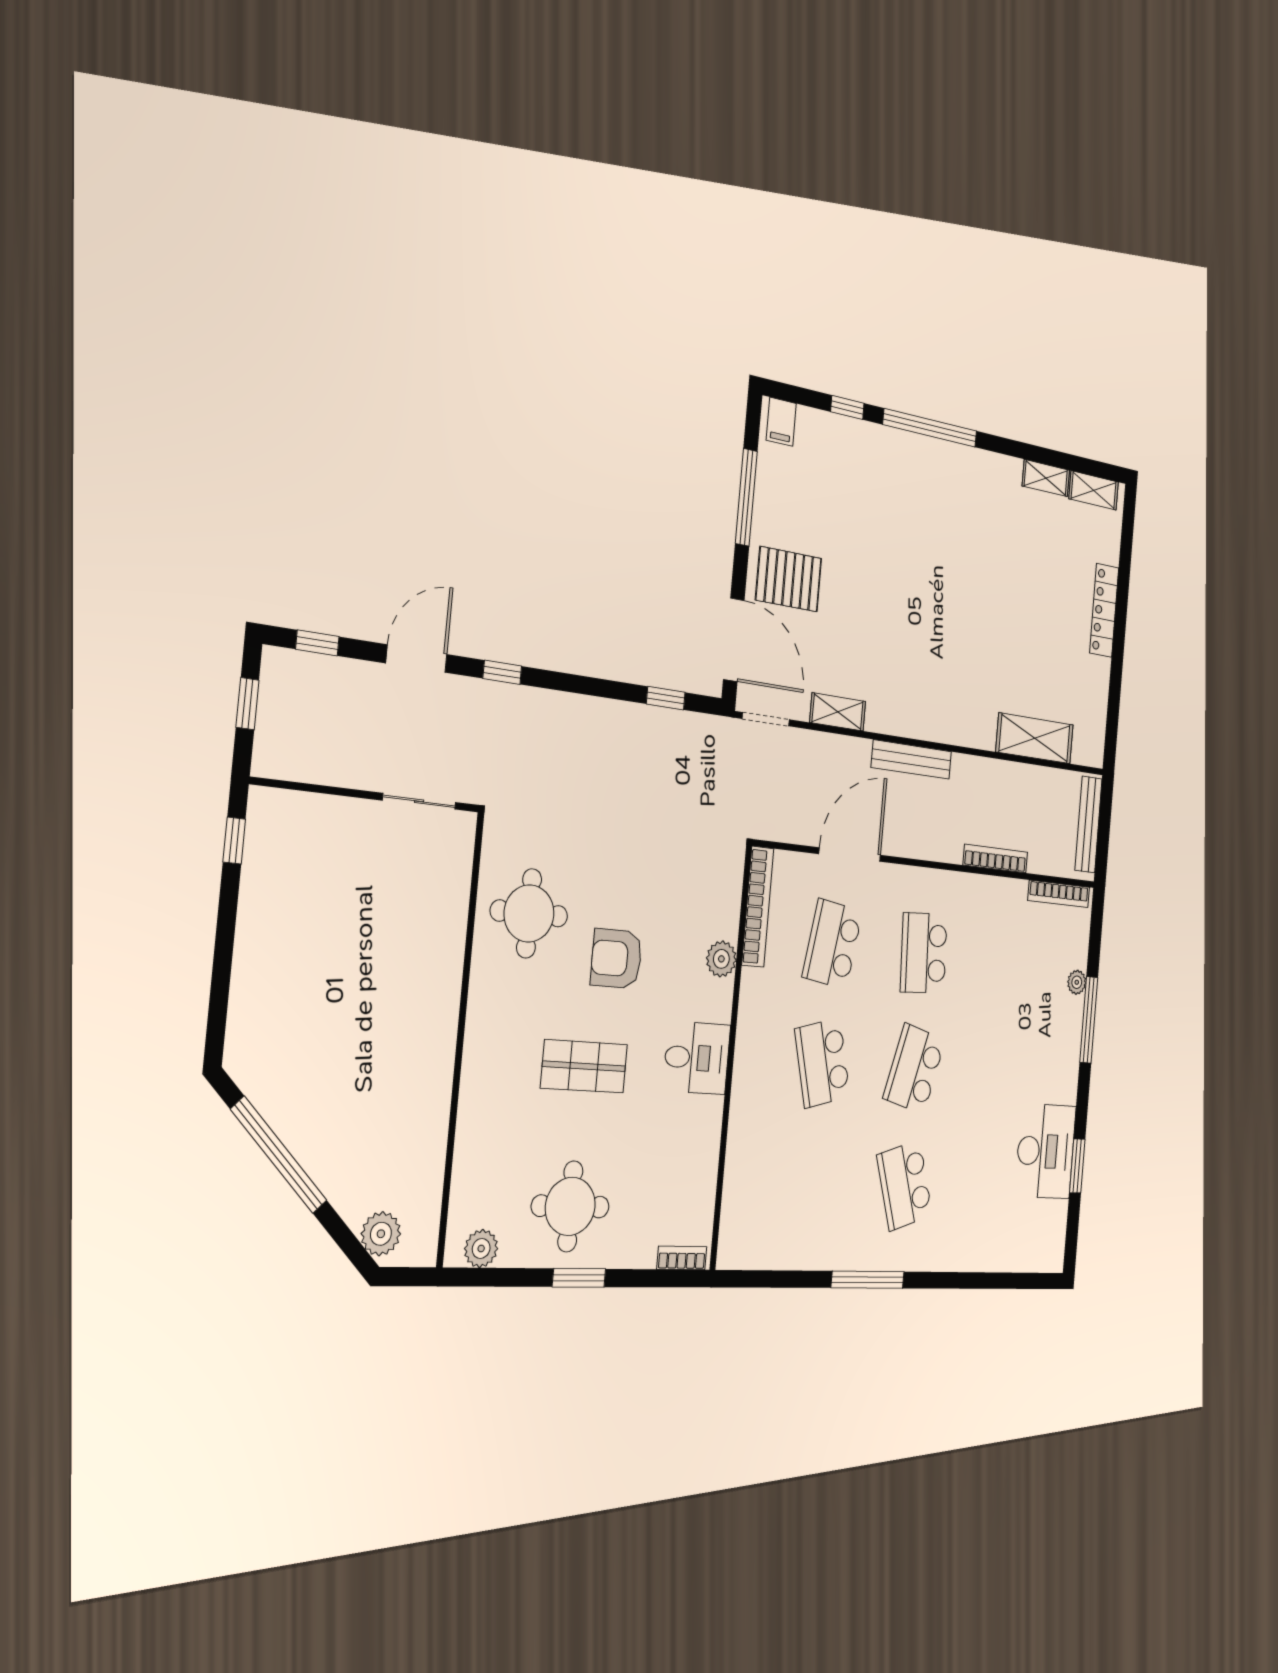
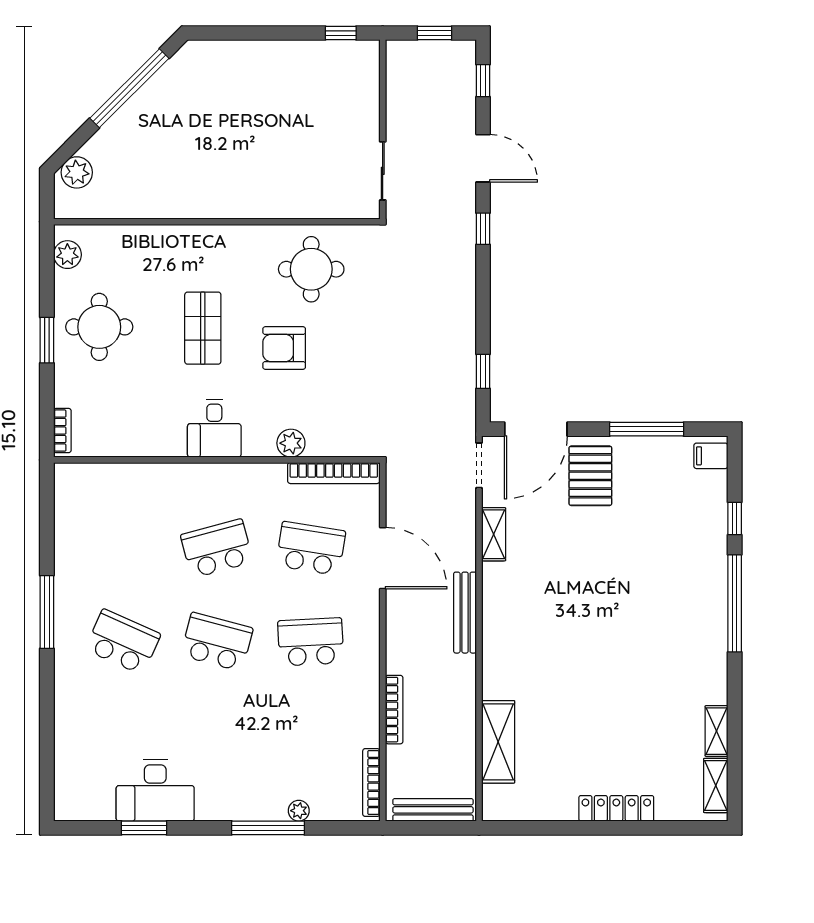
armchair: (616, 959) -> (284, 348), turned -90
school desk: (905, 1185) -> (123, 642), turned 42

